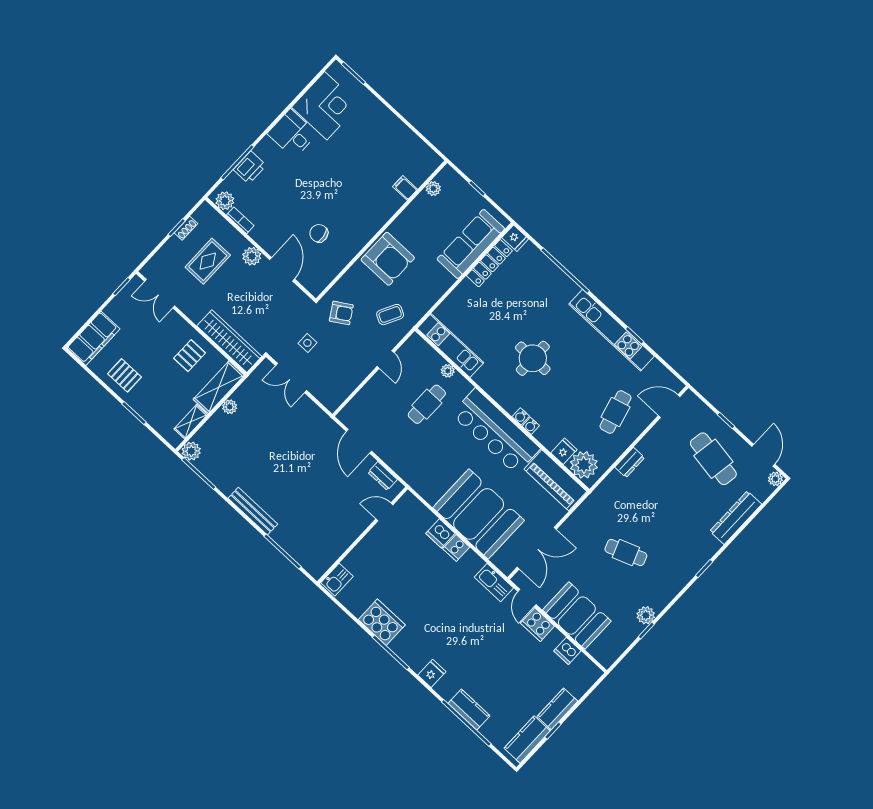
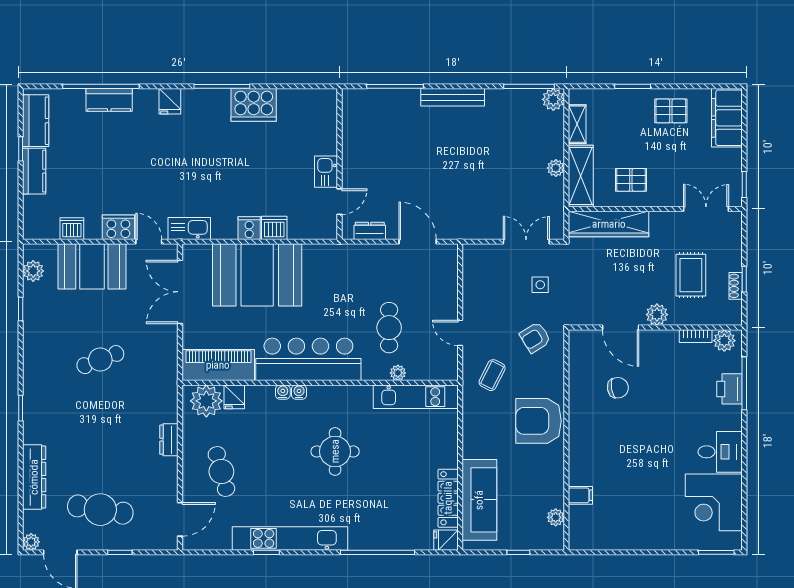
pallet: (190, 356) -> (631, 180), turned 90
kitchen sink: (337, 580) -> (326, 172), moved
plant: (646, 615) -> (33, 271), moved

